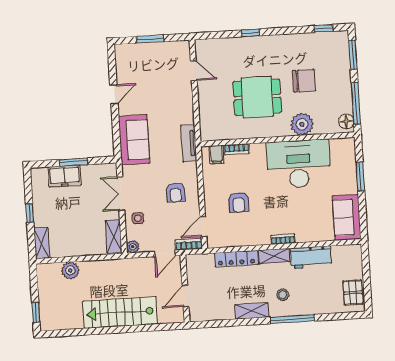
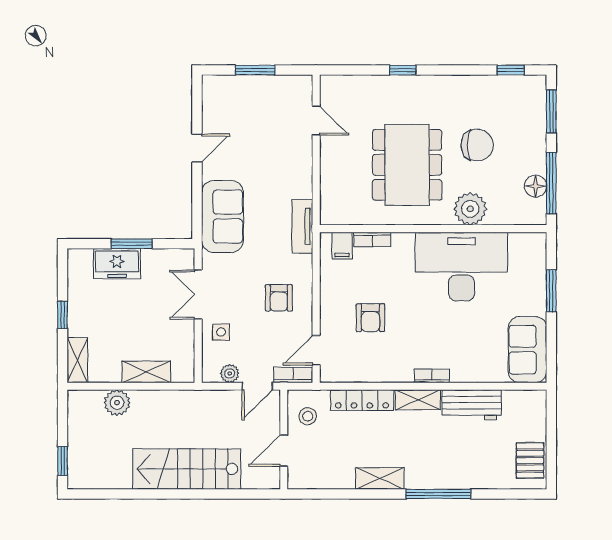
dining table: (257, 97) -> (407, 165), width x1.38
floor lamp: (346, 121) -> (536, 186), moved
shelving: (114, 237) -> (146, 372), moved, turned 90
plant: (133, 247) -> (230, 373), moved
stool: (283, 295) -> (308, 416), moved

